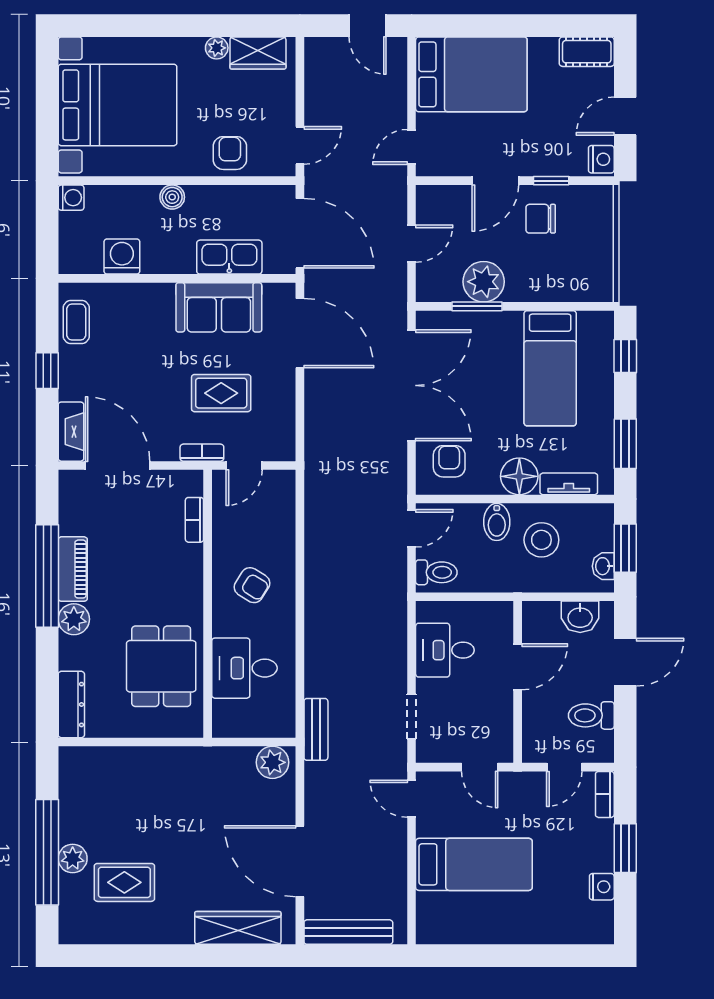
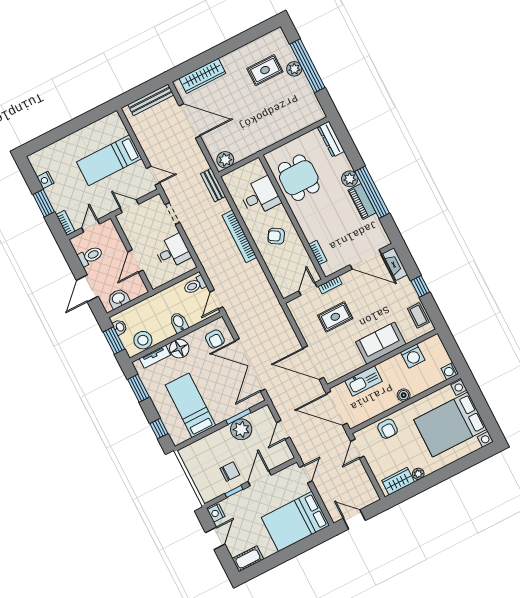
sofa: (219, 307) -> (381, 343), moved
stool: (541, 540) -> (143, 340), moved
bookcase: (316, 617) -> (239, 236), added

